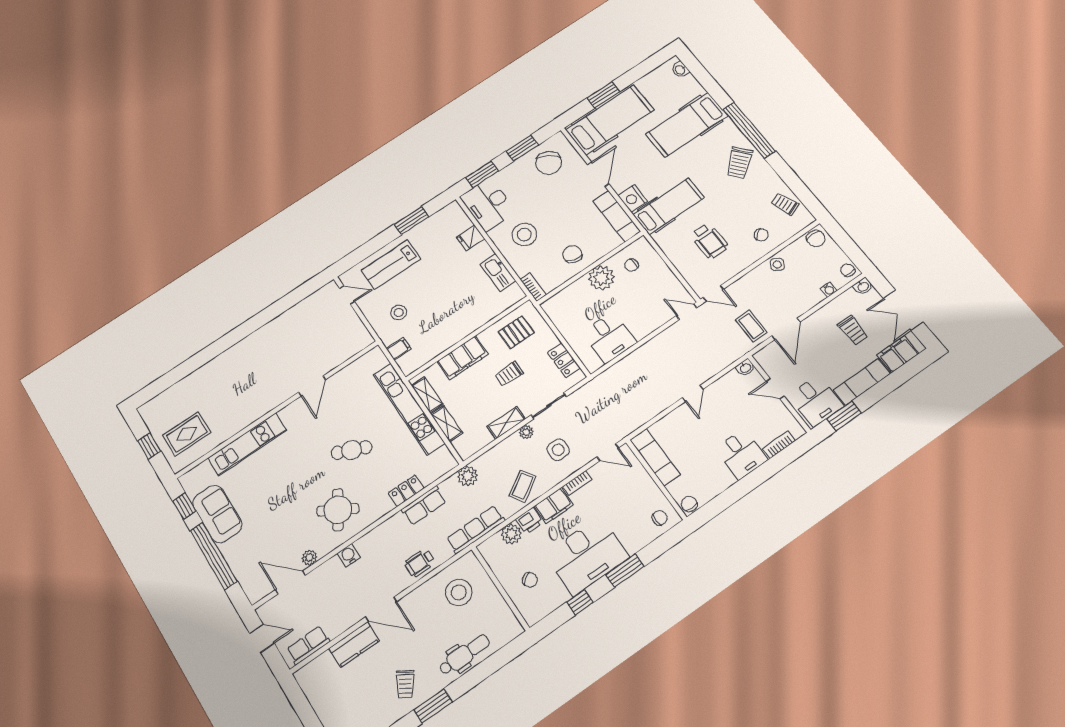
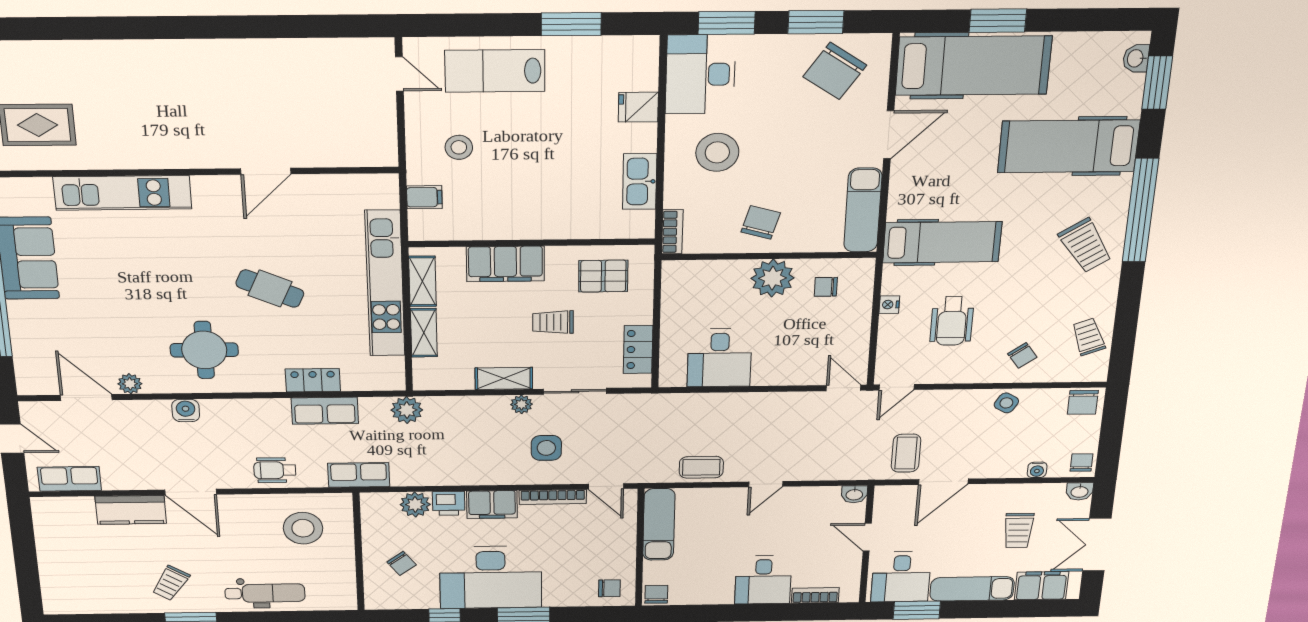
window: (700, 73) -> (1157, 83), added
trolley: (739, 163) -> (1085, 246), turned -83
nightstand: (633, 198) -> (889, 305), moved, width x0.53, depth x0.56
door: (713, 293) -> (897, 387), hinge flipped
bookcase: (577, 483) -> (553, 497), width x1.56
coffee table: (523, 486) -> (701, 467), moved, turned 32
round table: (338, 510) -> (204, 350), turned -31
row of seats: (476, 530) -> (359, 475), width x0.68

